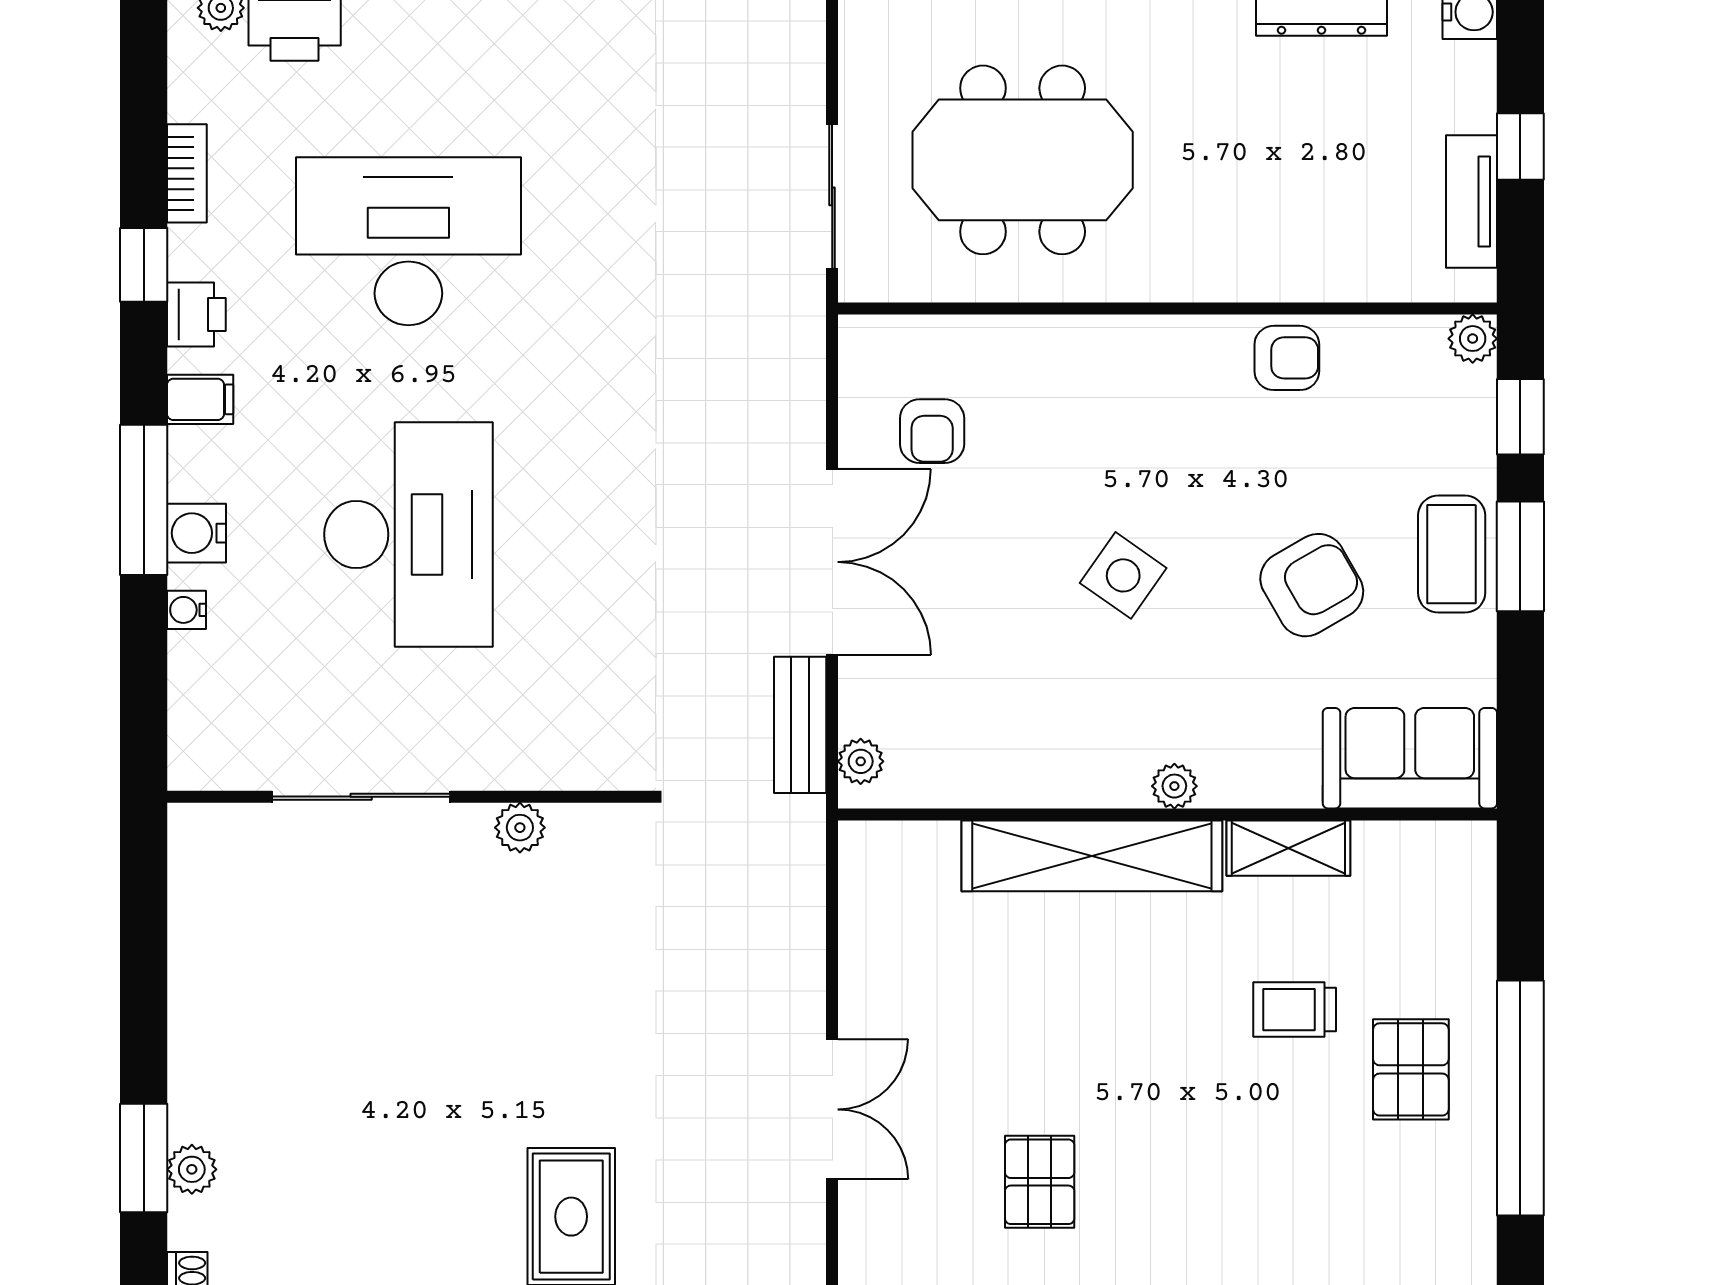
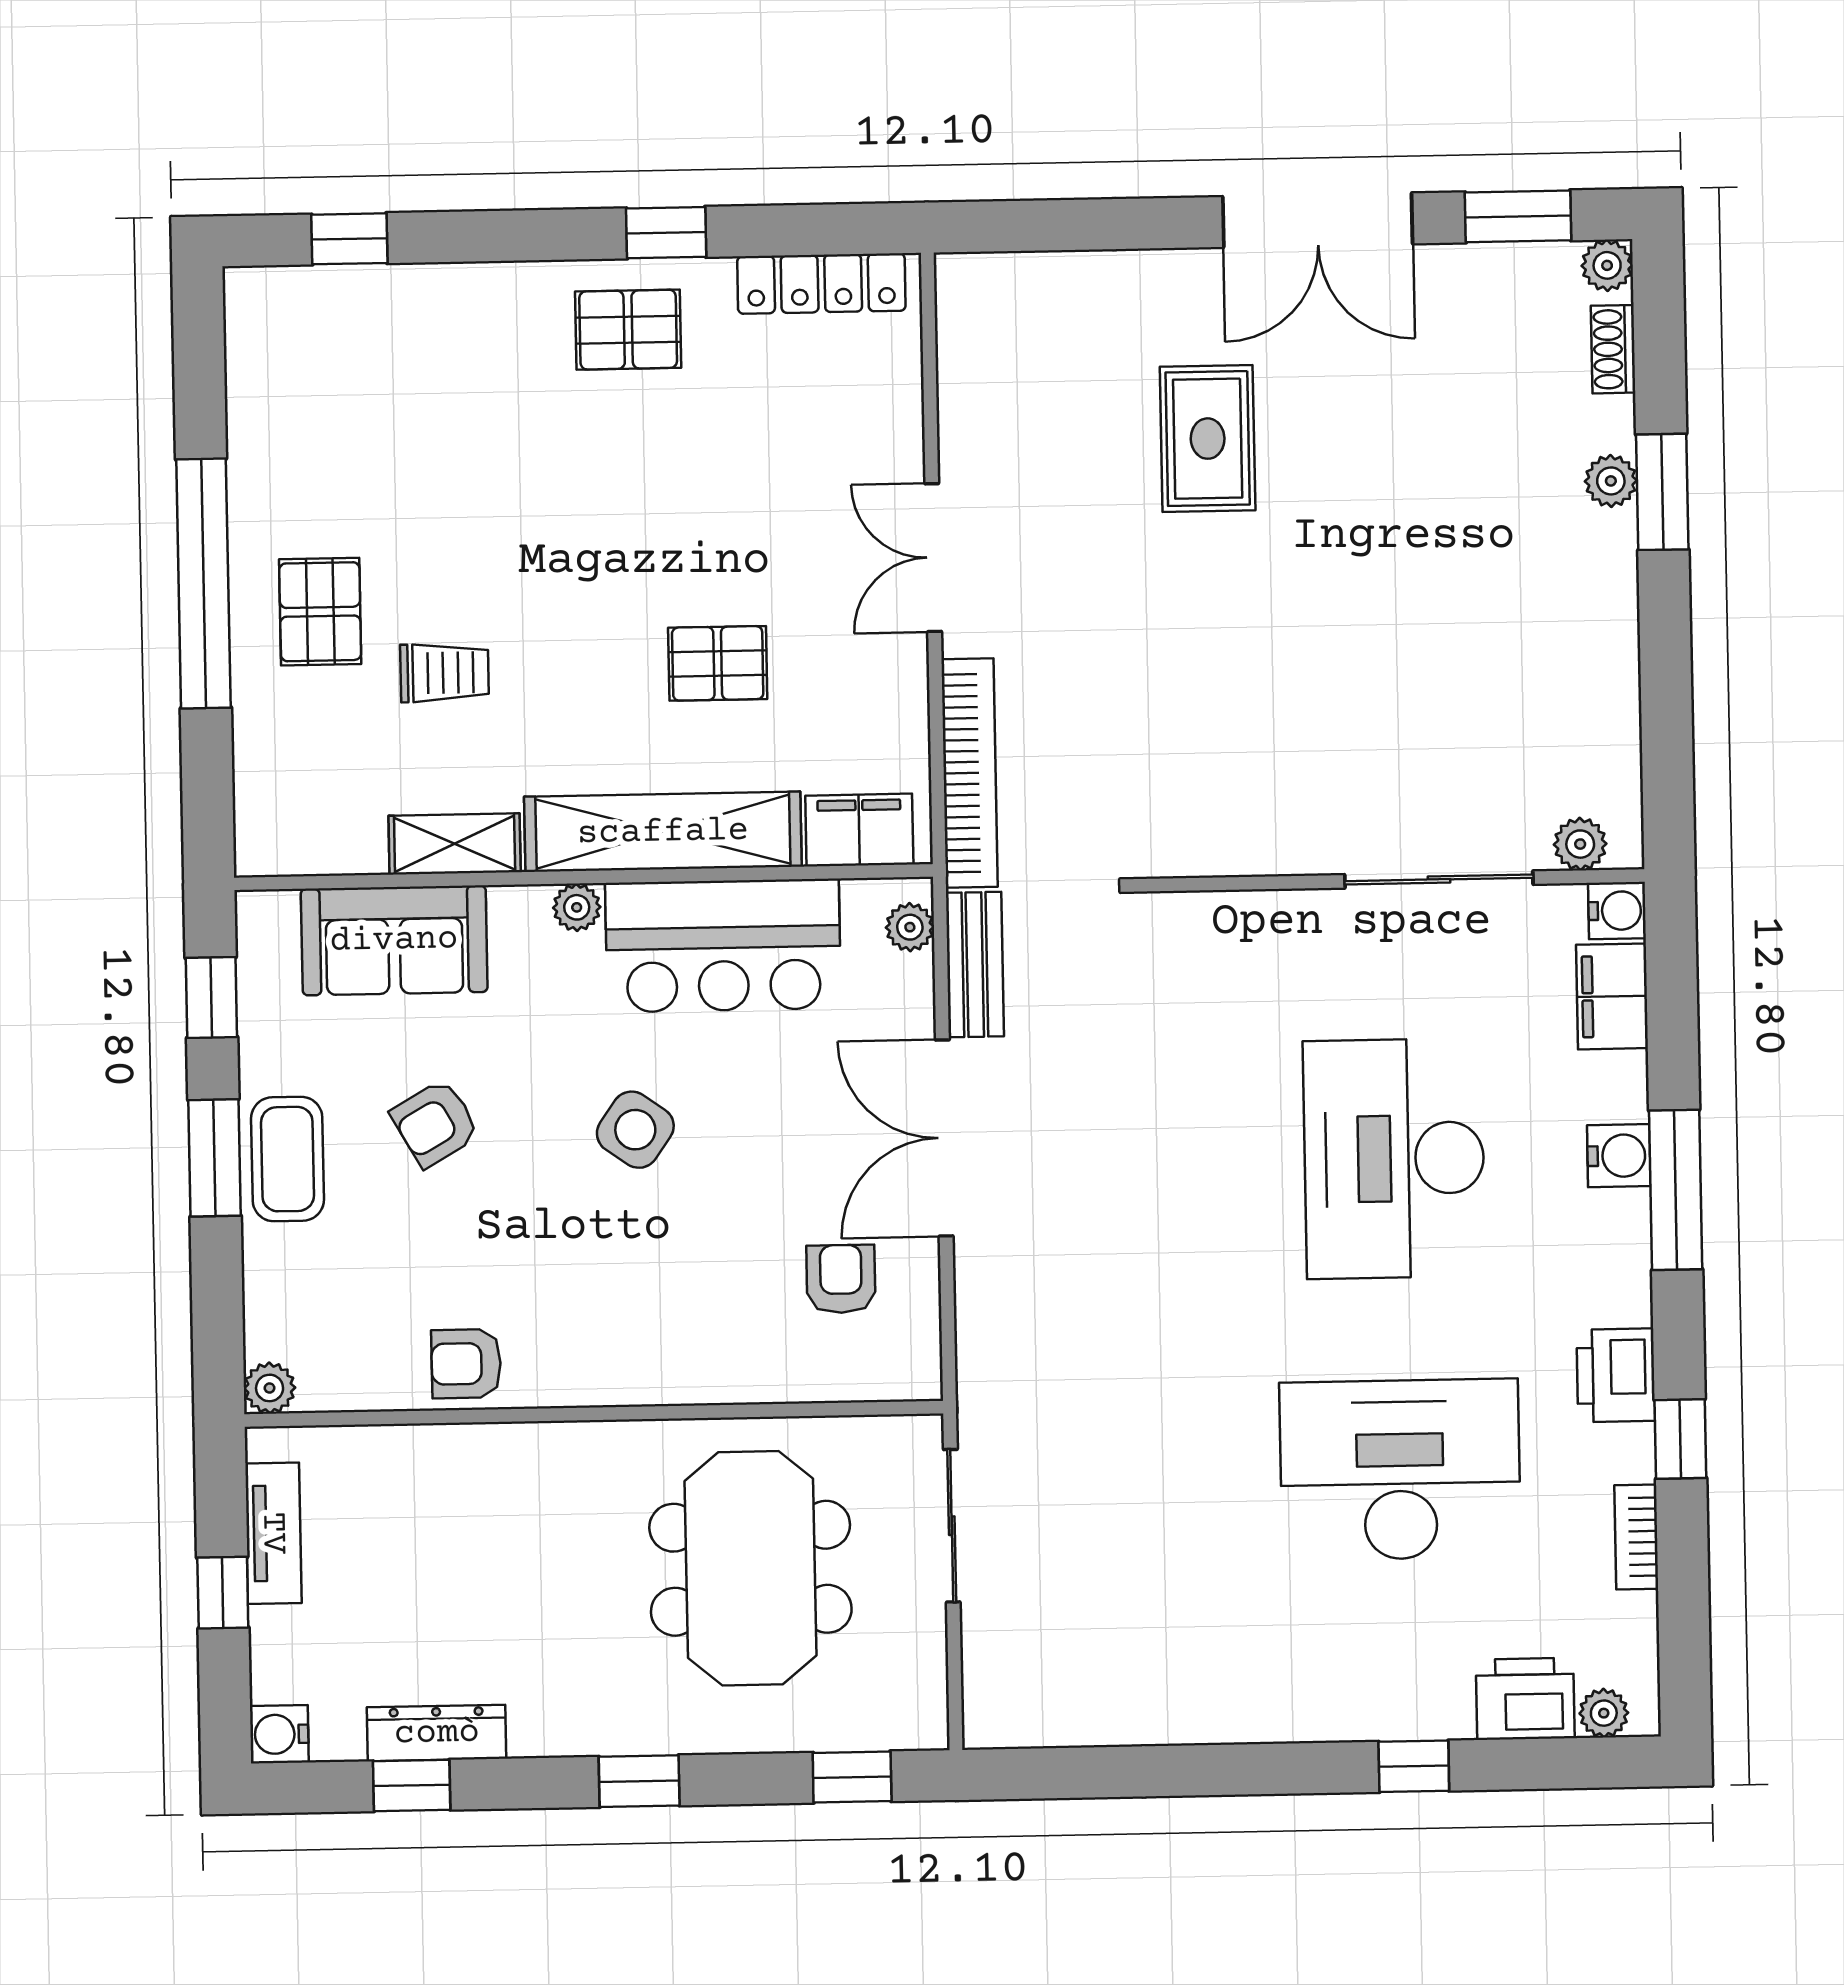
meeting table: (1023, 160) -> (750, 1568), turned 90
desk: (408, 241) -> (1400, 1470), turned 180
printer: (196, 315) -> (1616, 1375), width x1.36, depth x1.24
filing cabinet: (200, 399) -> (1612, 996), moved, width x2.00
window: (1520, 417) -> (211, 997), moved
armchair: (1312, 585) -> (435, 1123), width x0.72, depth x0.72
water cooler: (186, 610) -> (1617, 911), moved, width x1.38, depth x1.38
bar counter: (1037, 747) -> (723, 946), added
sofa: (1410, 758) -> (394, 940), moved
plant: (520, 828) -> (1580, 844), moved
filing cabinet: (907, 854) -> (859, 830), added
bookcase: (802, 906) -> (970, 773), added
pallet: (1040, 1182) -> (718, 663), moved, turned 90

